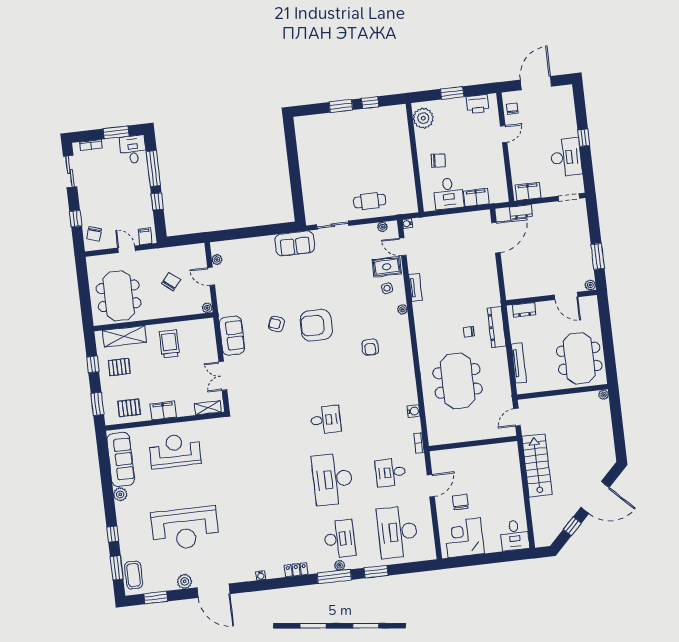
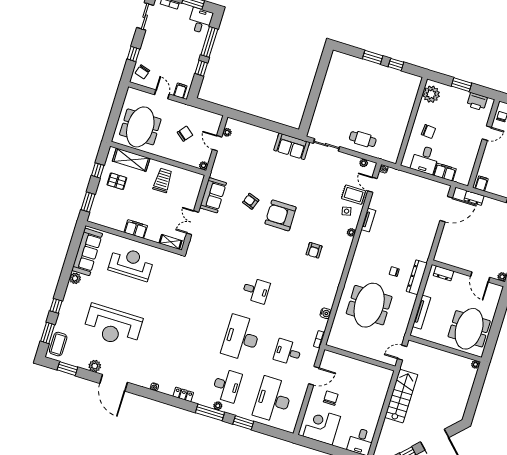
filing cabinet: (528, 191) -> (482, 183), width x0.50
pallet: (129, 408) -> (111, 216), removed

